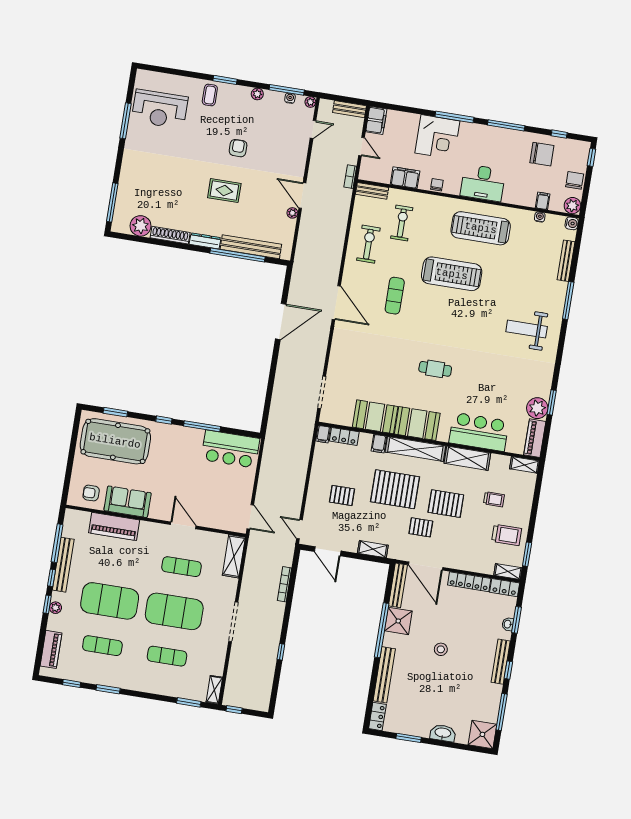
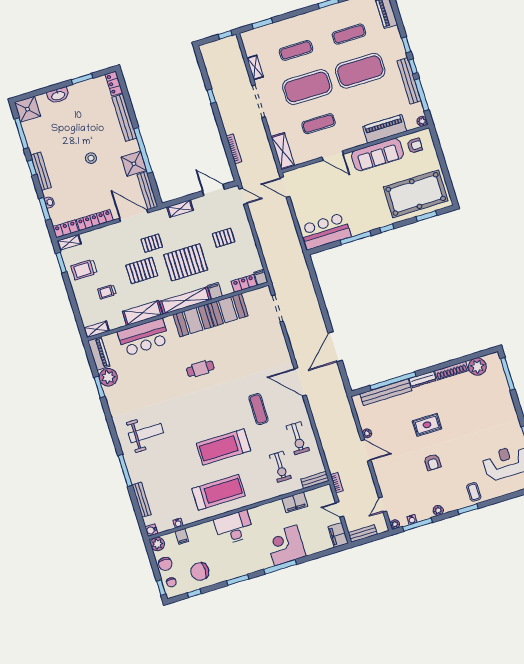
window: (506, 125) -> (238, 580), width x0.69
chair: (437, 185) -> (171, 582), moved
sofa: (128, 502) -> (377, 155), width x1.36
plant: (55, 608) -> (422, 121), moved
shelving: (214, 690) -> (255, 67), moved

